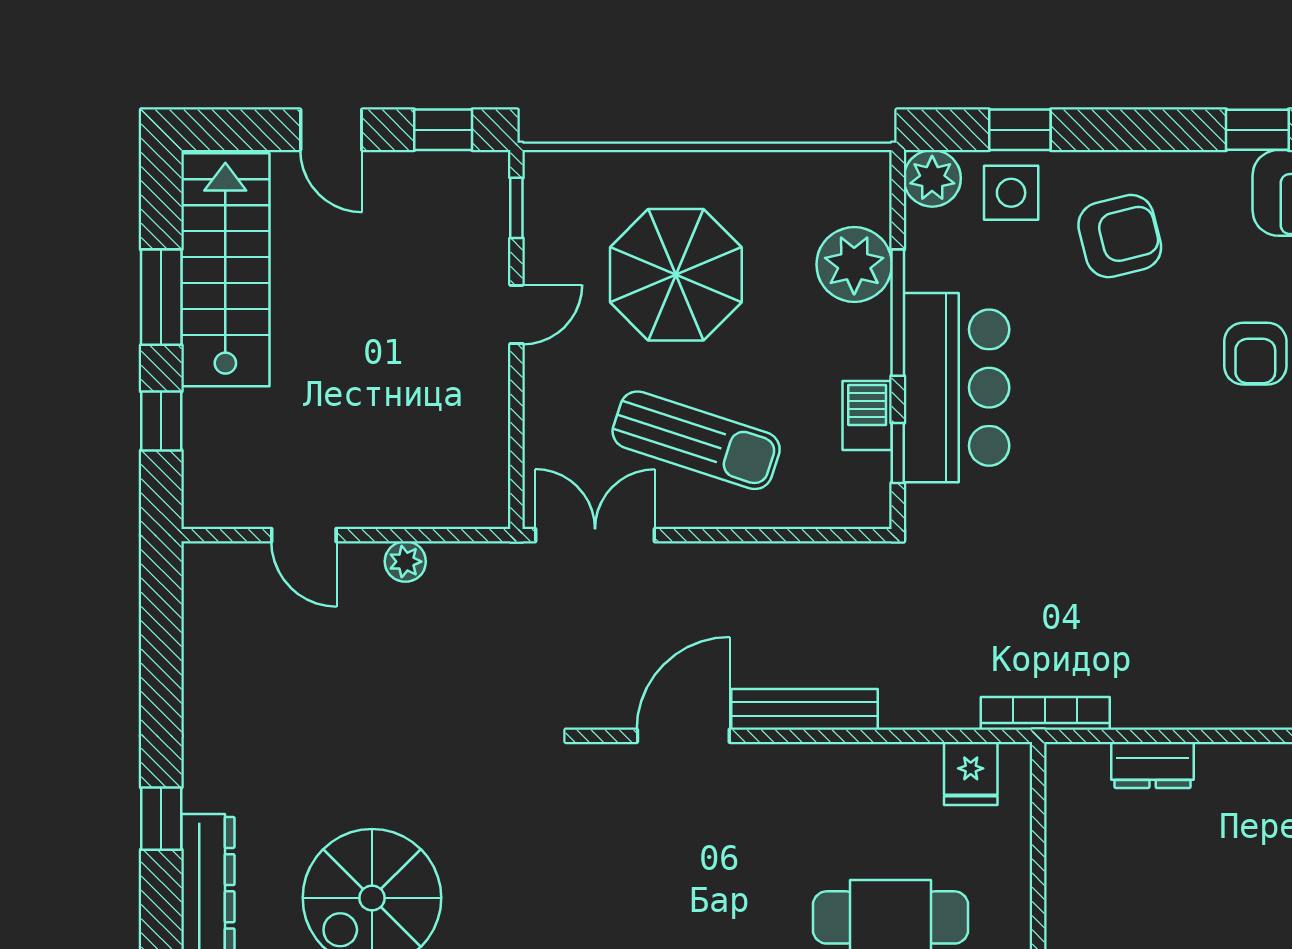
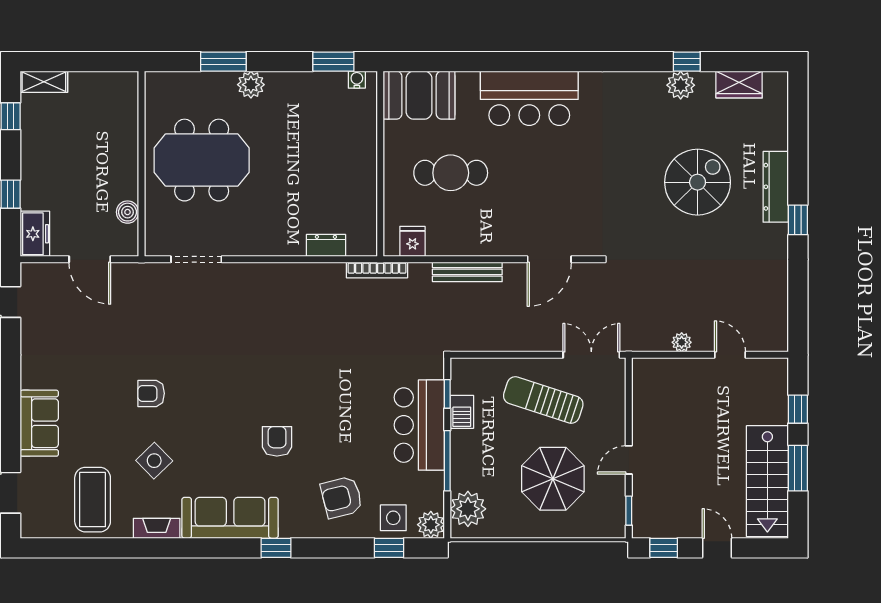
plant: (854, 264) -> (468, 509), moved
double door: (595, 535) -> (591, 355), swing flipped
bench: (805, 709) -> (467, 272), moved

